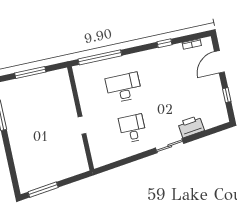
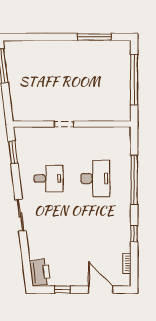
window: (100, 57) -> (134, 180), moved
window: (30, 73) -> (134, 80), width x1.46
printer: (191, 127) -> (40, 272), moved
window: (116, 164) -> (13, 152), added

